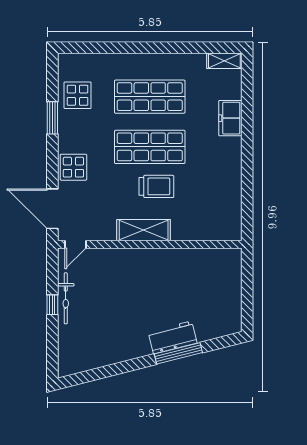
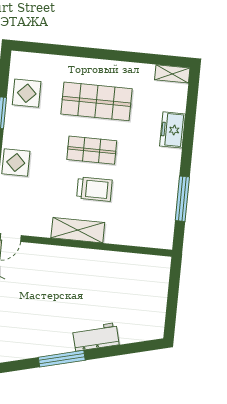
shop shelf: (150, 147) -> (92, 150), width x0.70, depth x0.74
window: (247, 188) -> (182, 199), added
window: (178, 353) -> (62, 359), moved

